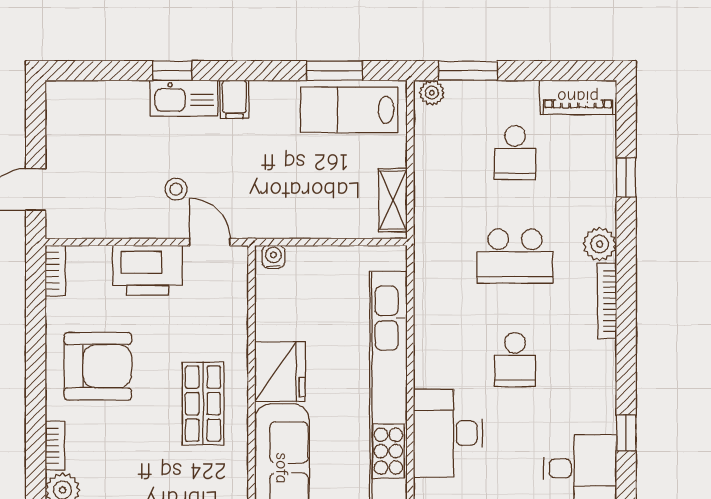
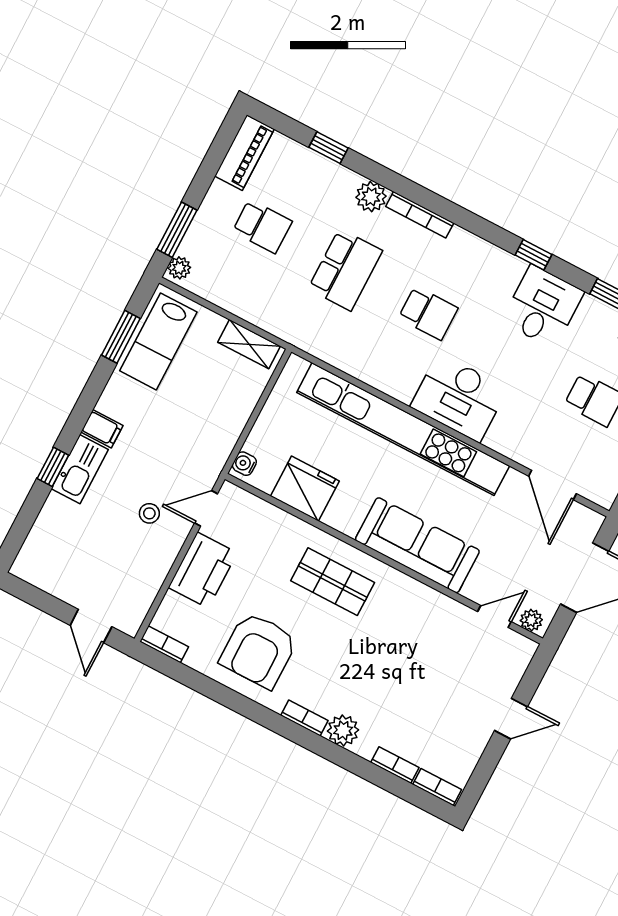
armchair: (98, 366) -> (259, 650), turned 180
fridge: (280, 372) -> (305, 489), moved

